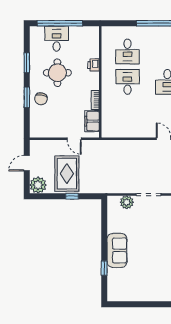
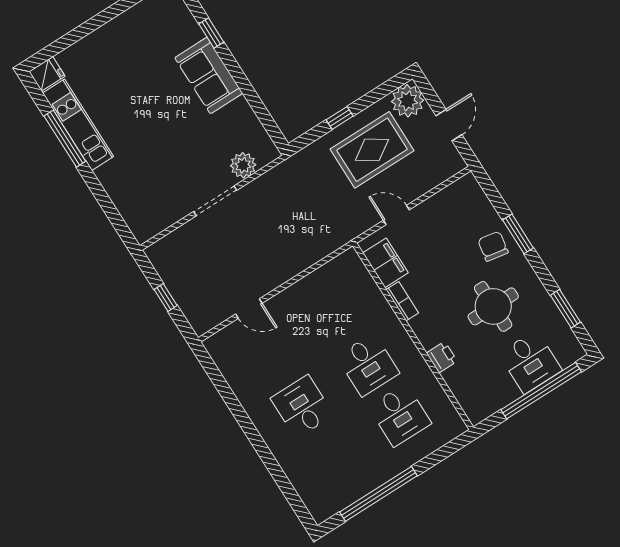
desk: (127, 51) -> (400, 415), turned 180
window: (27, 63) -> (565, 309), moved
rug: (67, 174) -> (372, 150), turned 90

